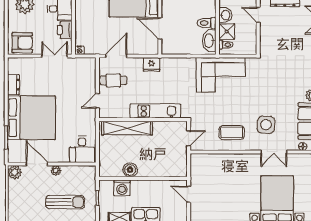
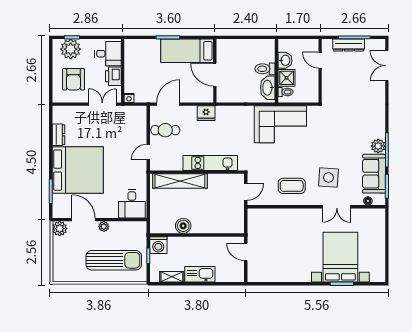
armchair: (22, 43) -> (73, 79), moved, turned 90
washing machine: (122, 188) -> (158, 245), moved
sun lounger: (65, 202) -> (114, 260), width x1.36, depth x1.34

